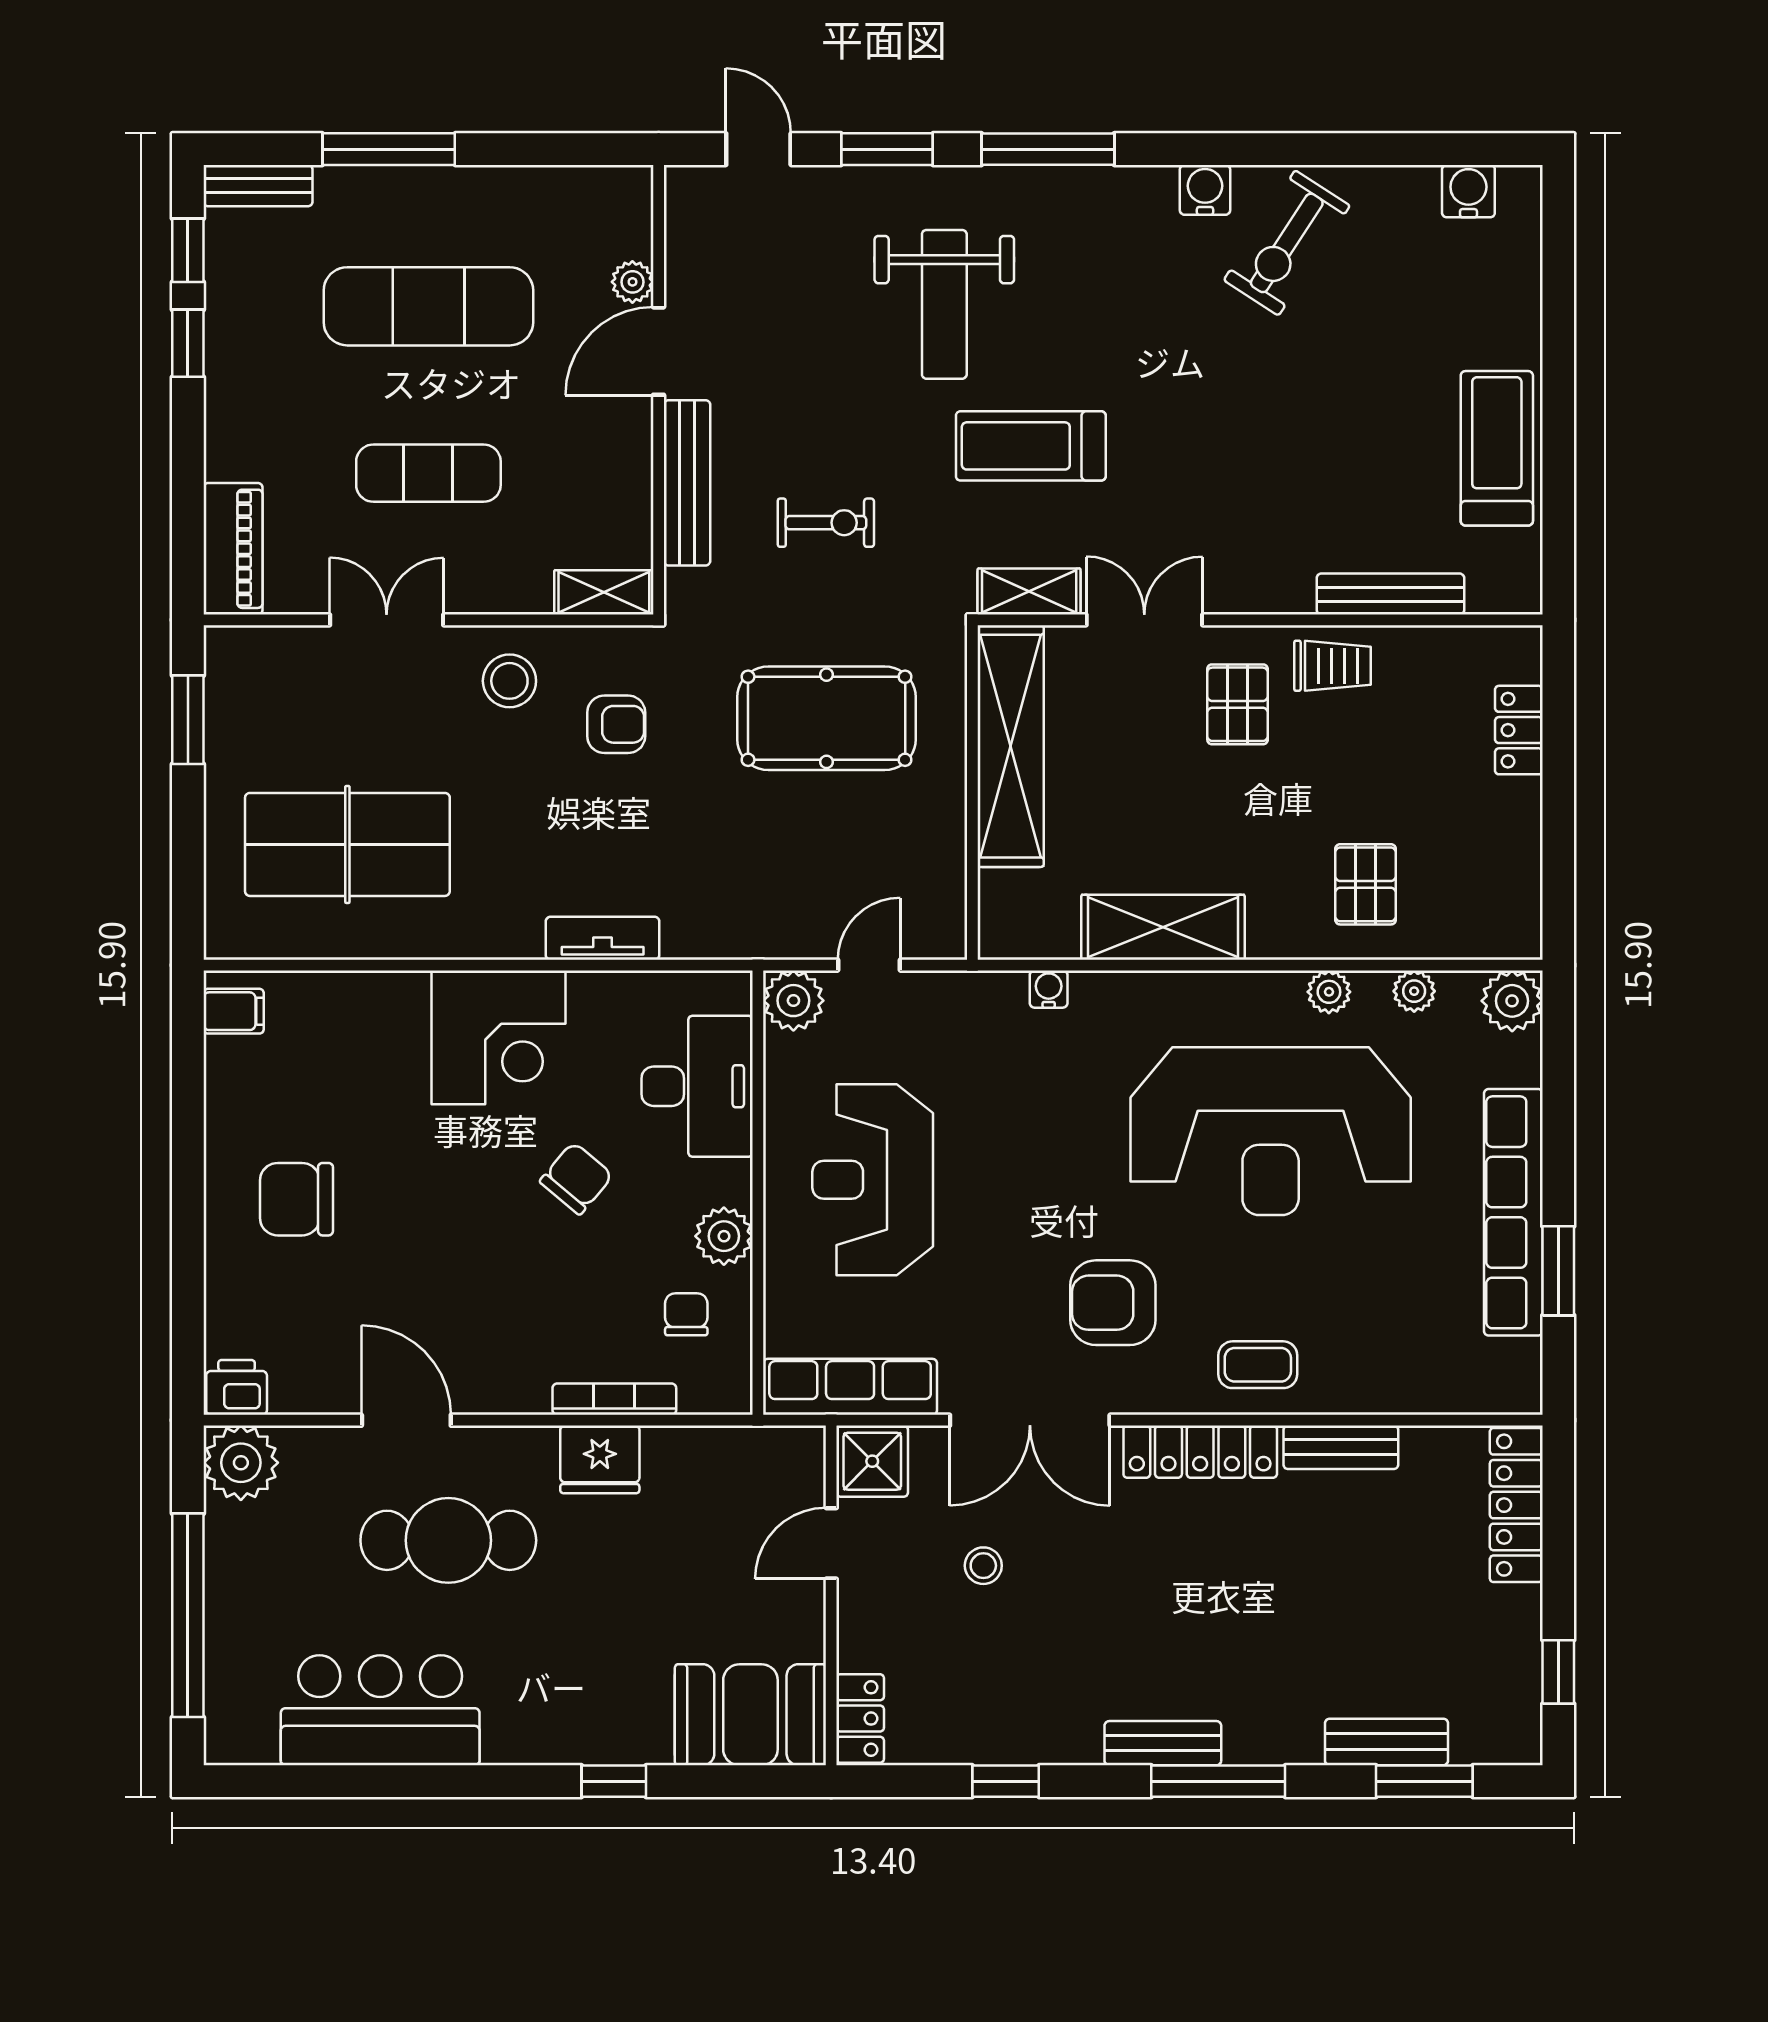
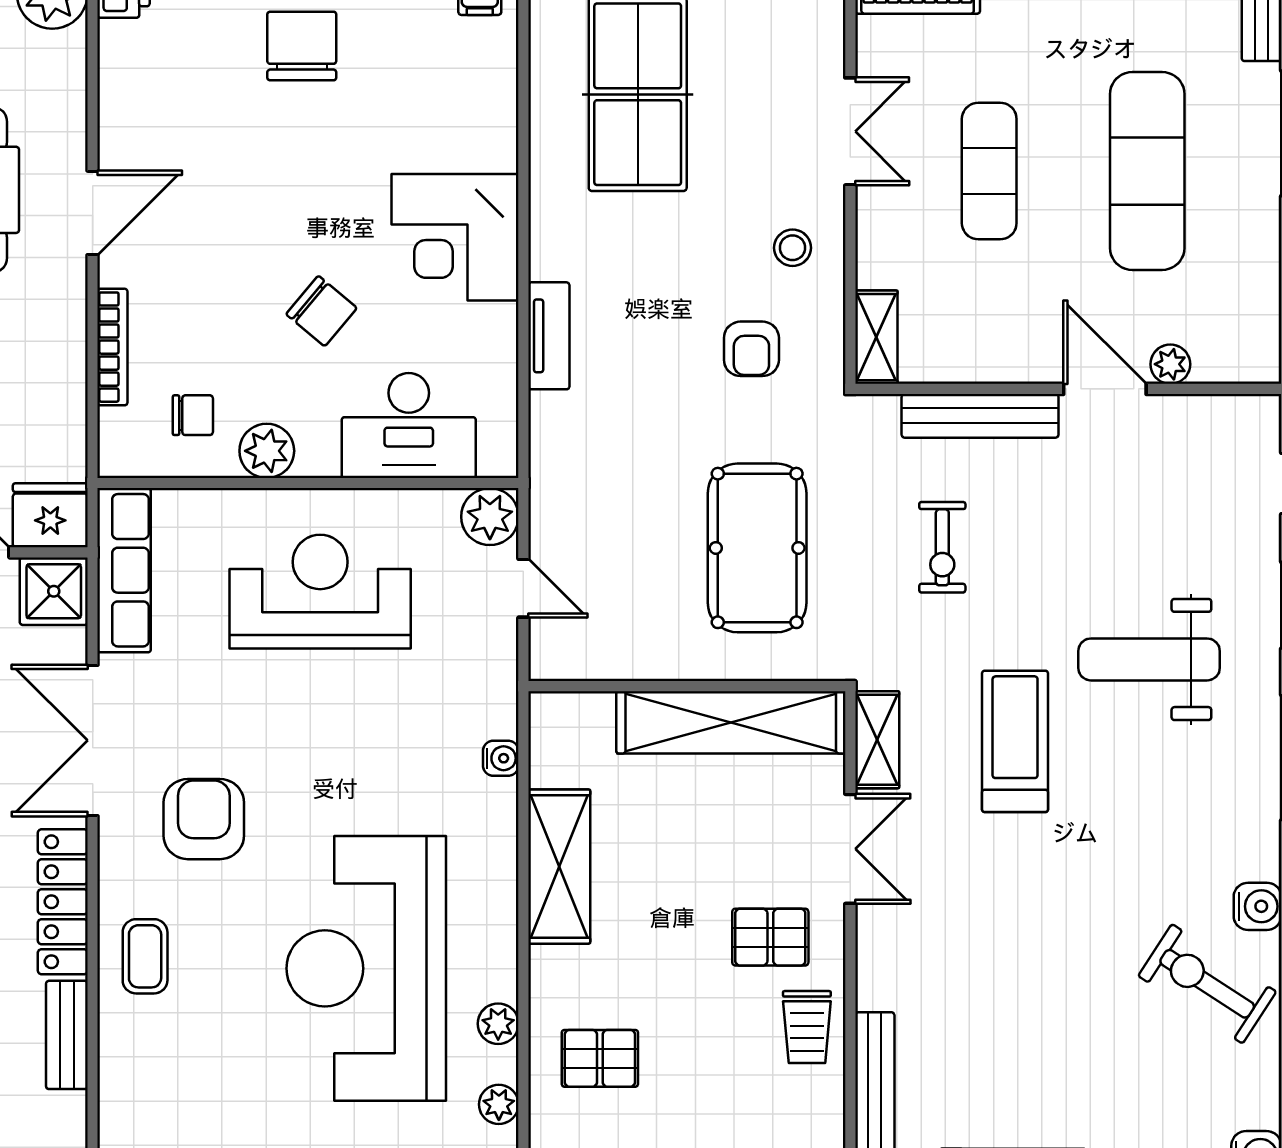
stool: (509, 681) -> (793, 248), width x0.73, depth x0.73
door: (406, 1420) -> (93, 213), moved
fridge: (600, 1459) -> (50, 515), moved, turned 90

